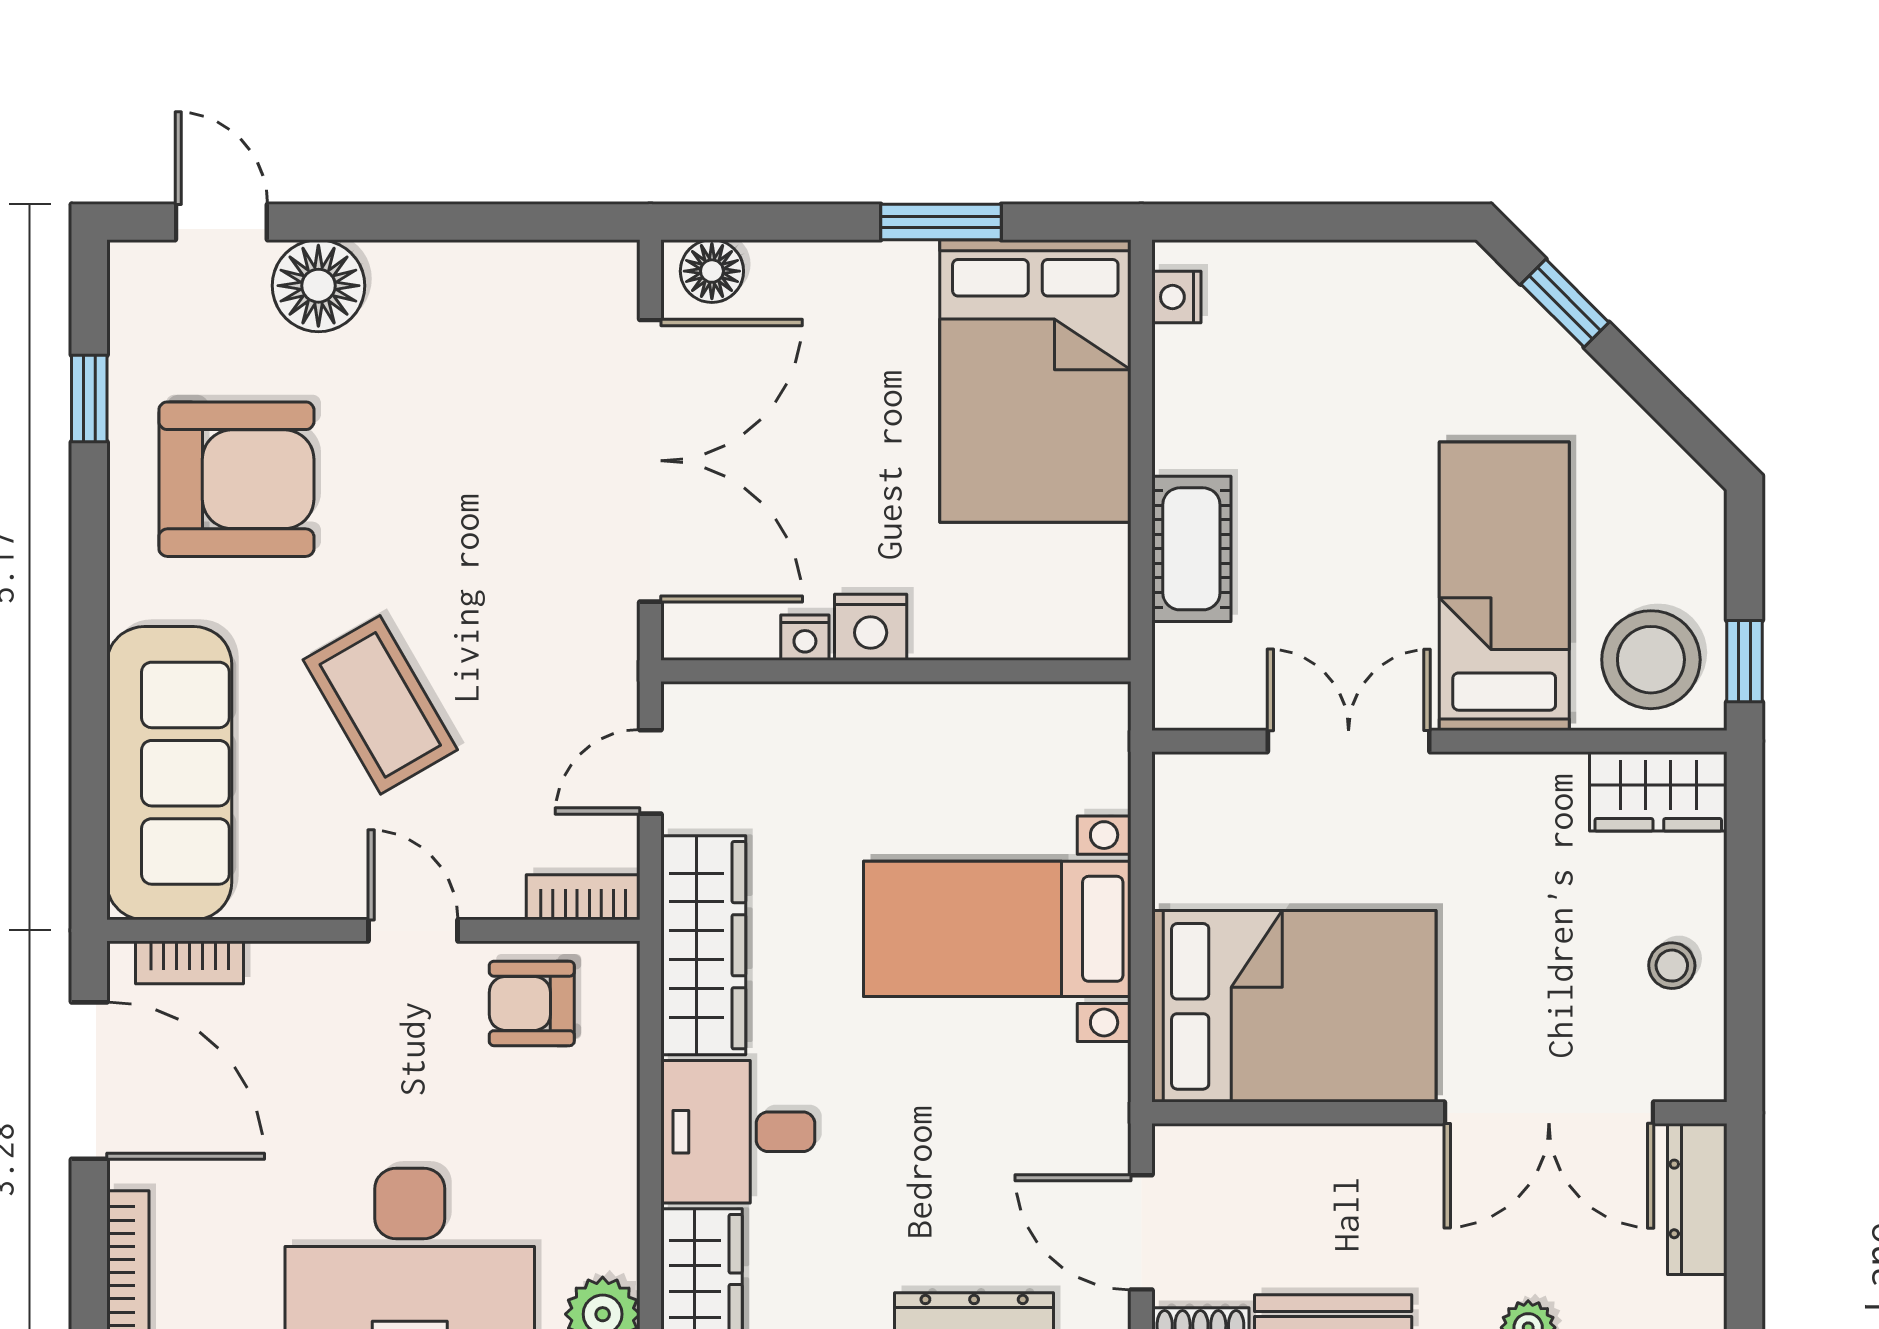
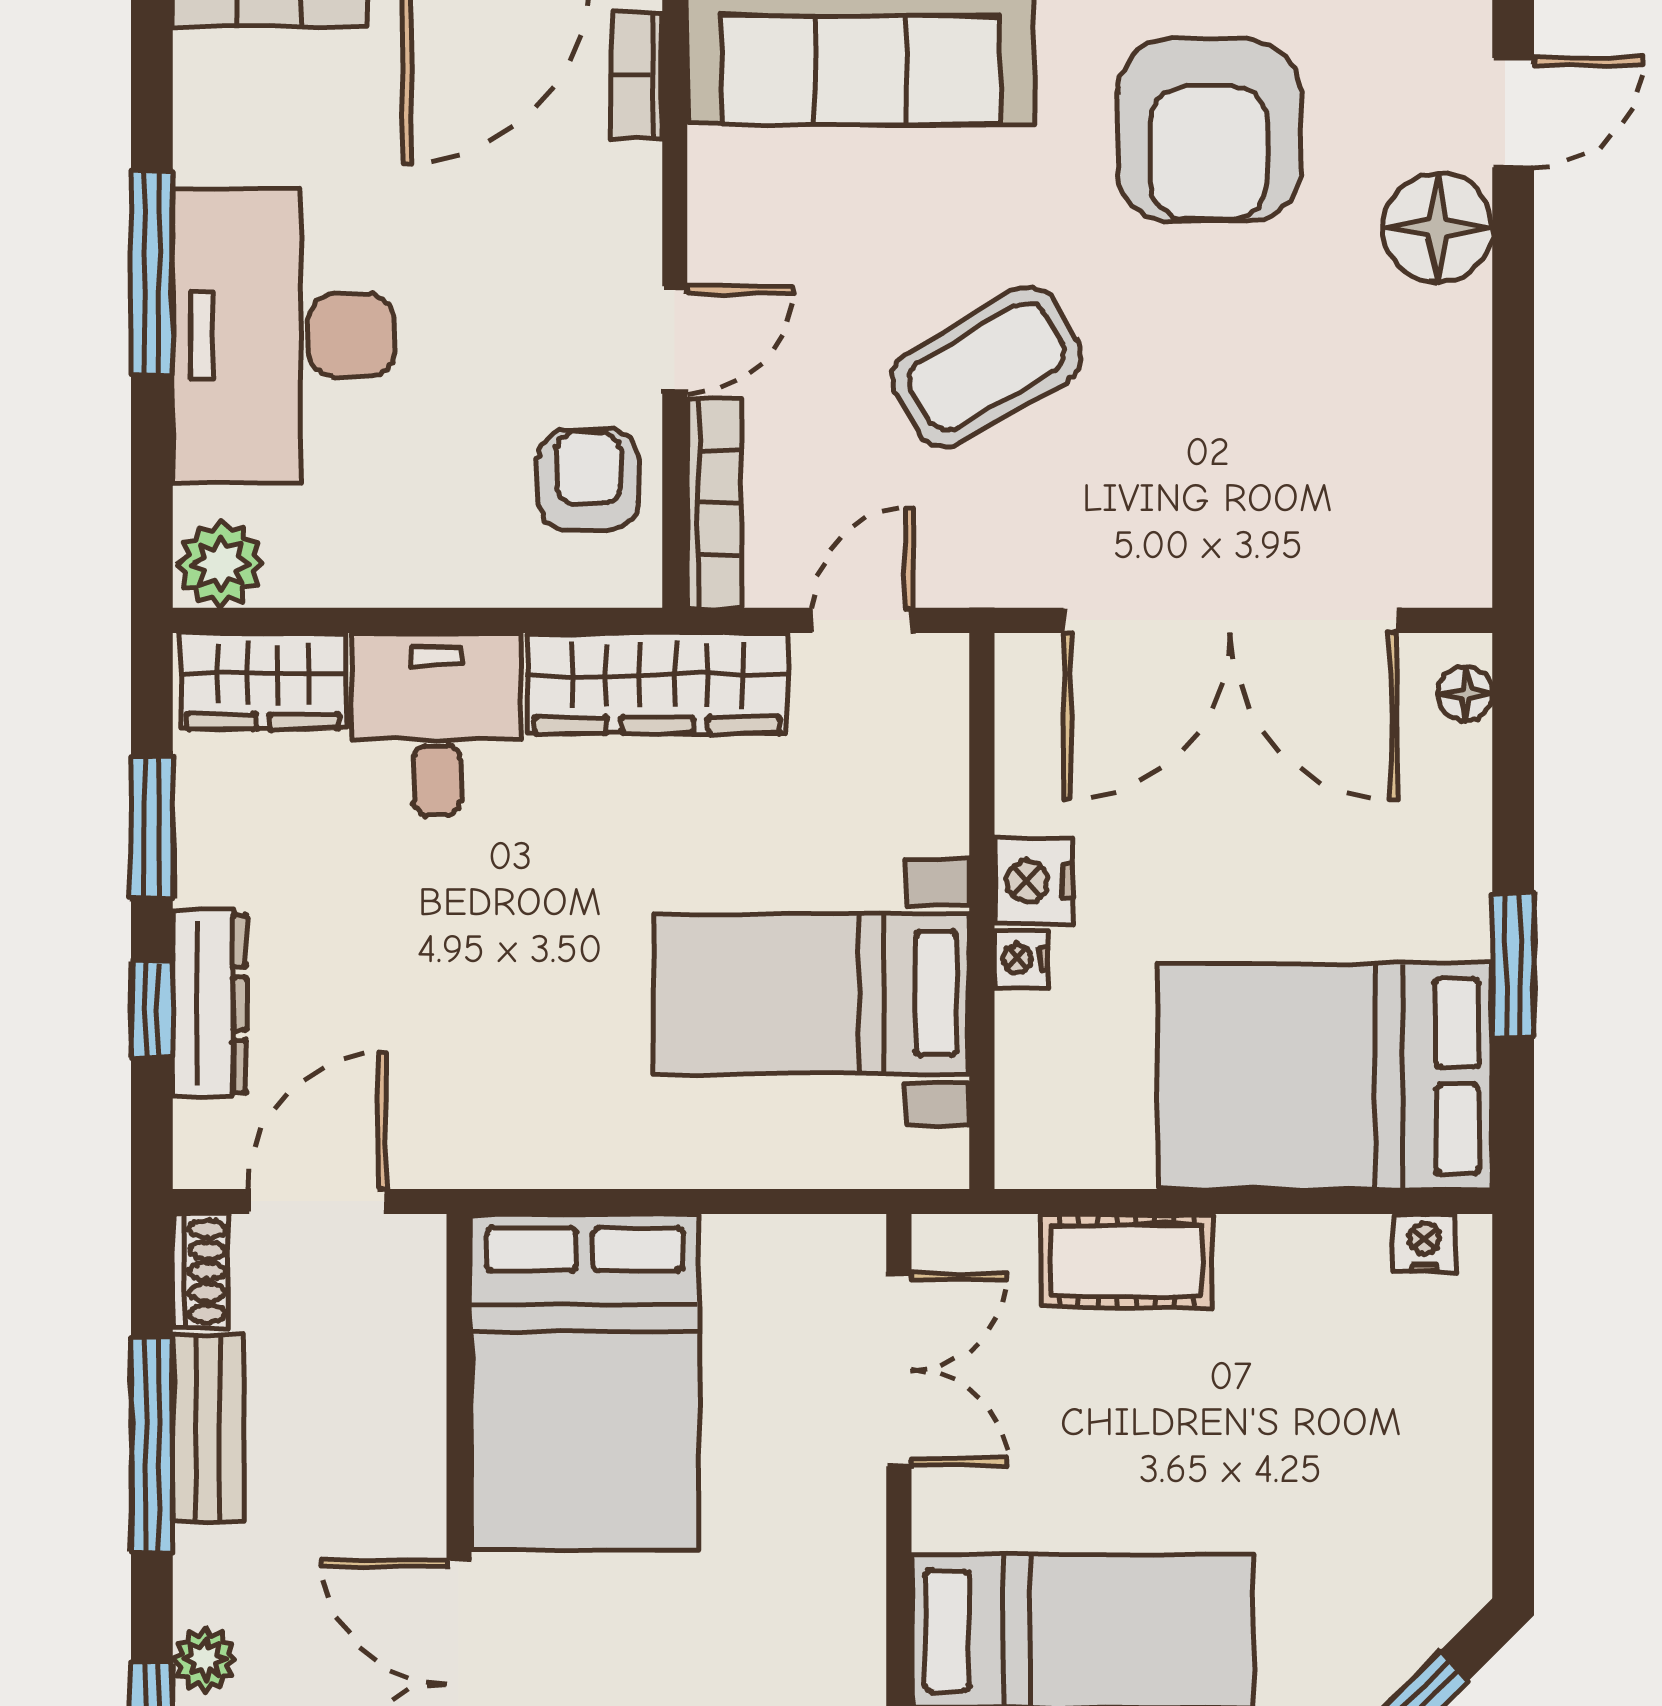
floor lamp: (712, 271) -> (1465, 693), width x0.73, depth x0.73
nightstand: (805, 638) -> (1021, 959), moved
coffee table: (380, 705) -> (987, 367), moved
double door: (1349, 741) -> (899, 1370), moved
door: (650, 772) -> (862, 620), hinge flipped
bookcase: (583, 897) -> (714, 503), width x1.56
bed with nightstands: (997, 929) -> (811, 993), moved, turned -90

